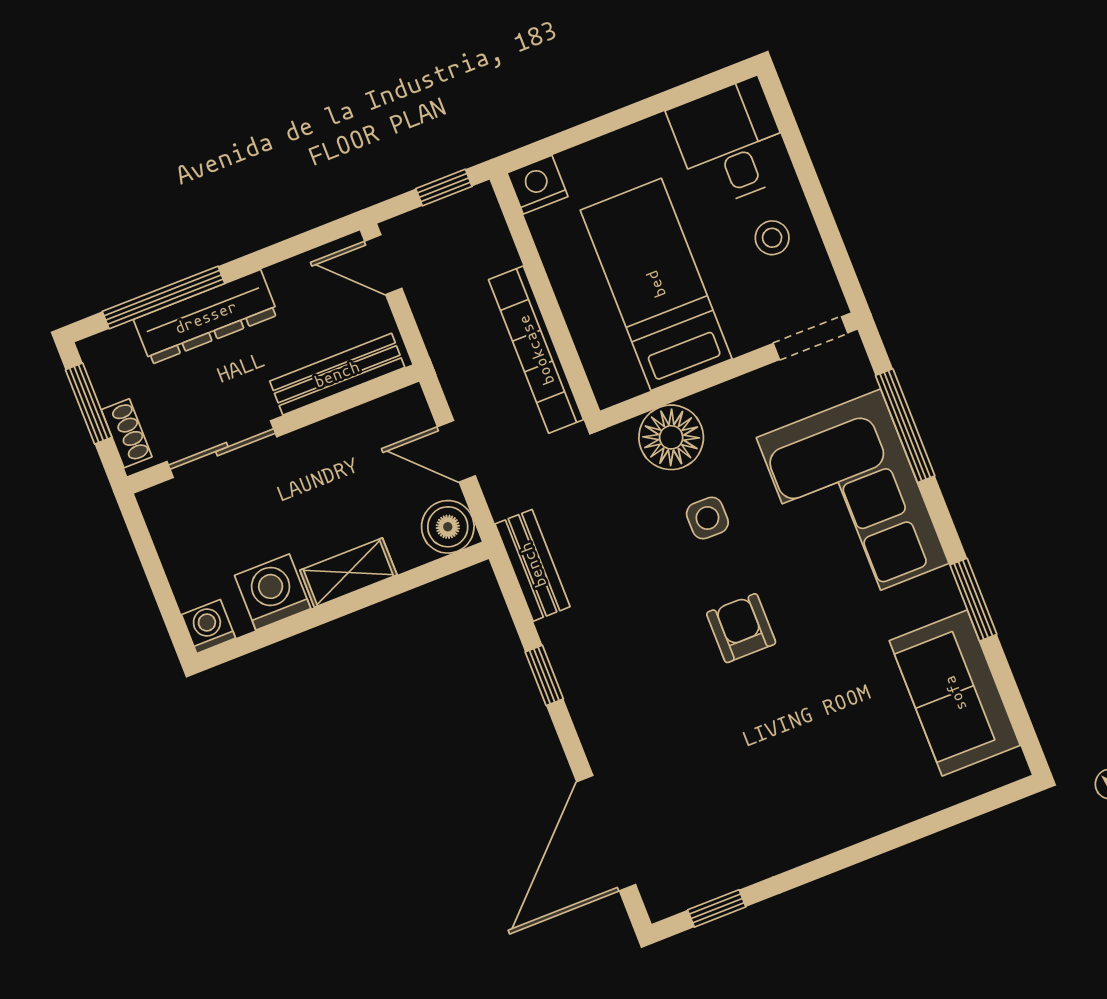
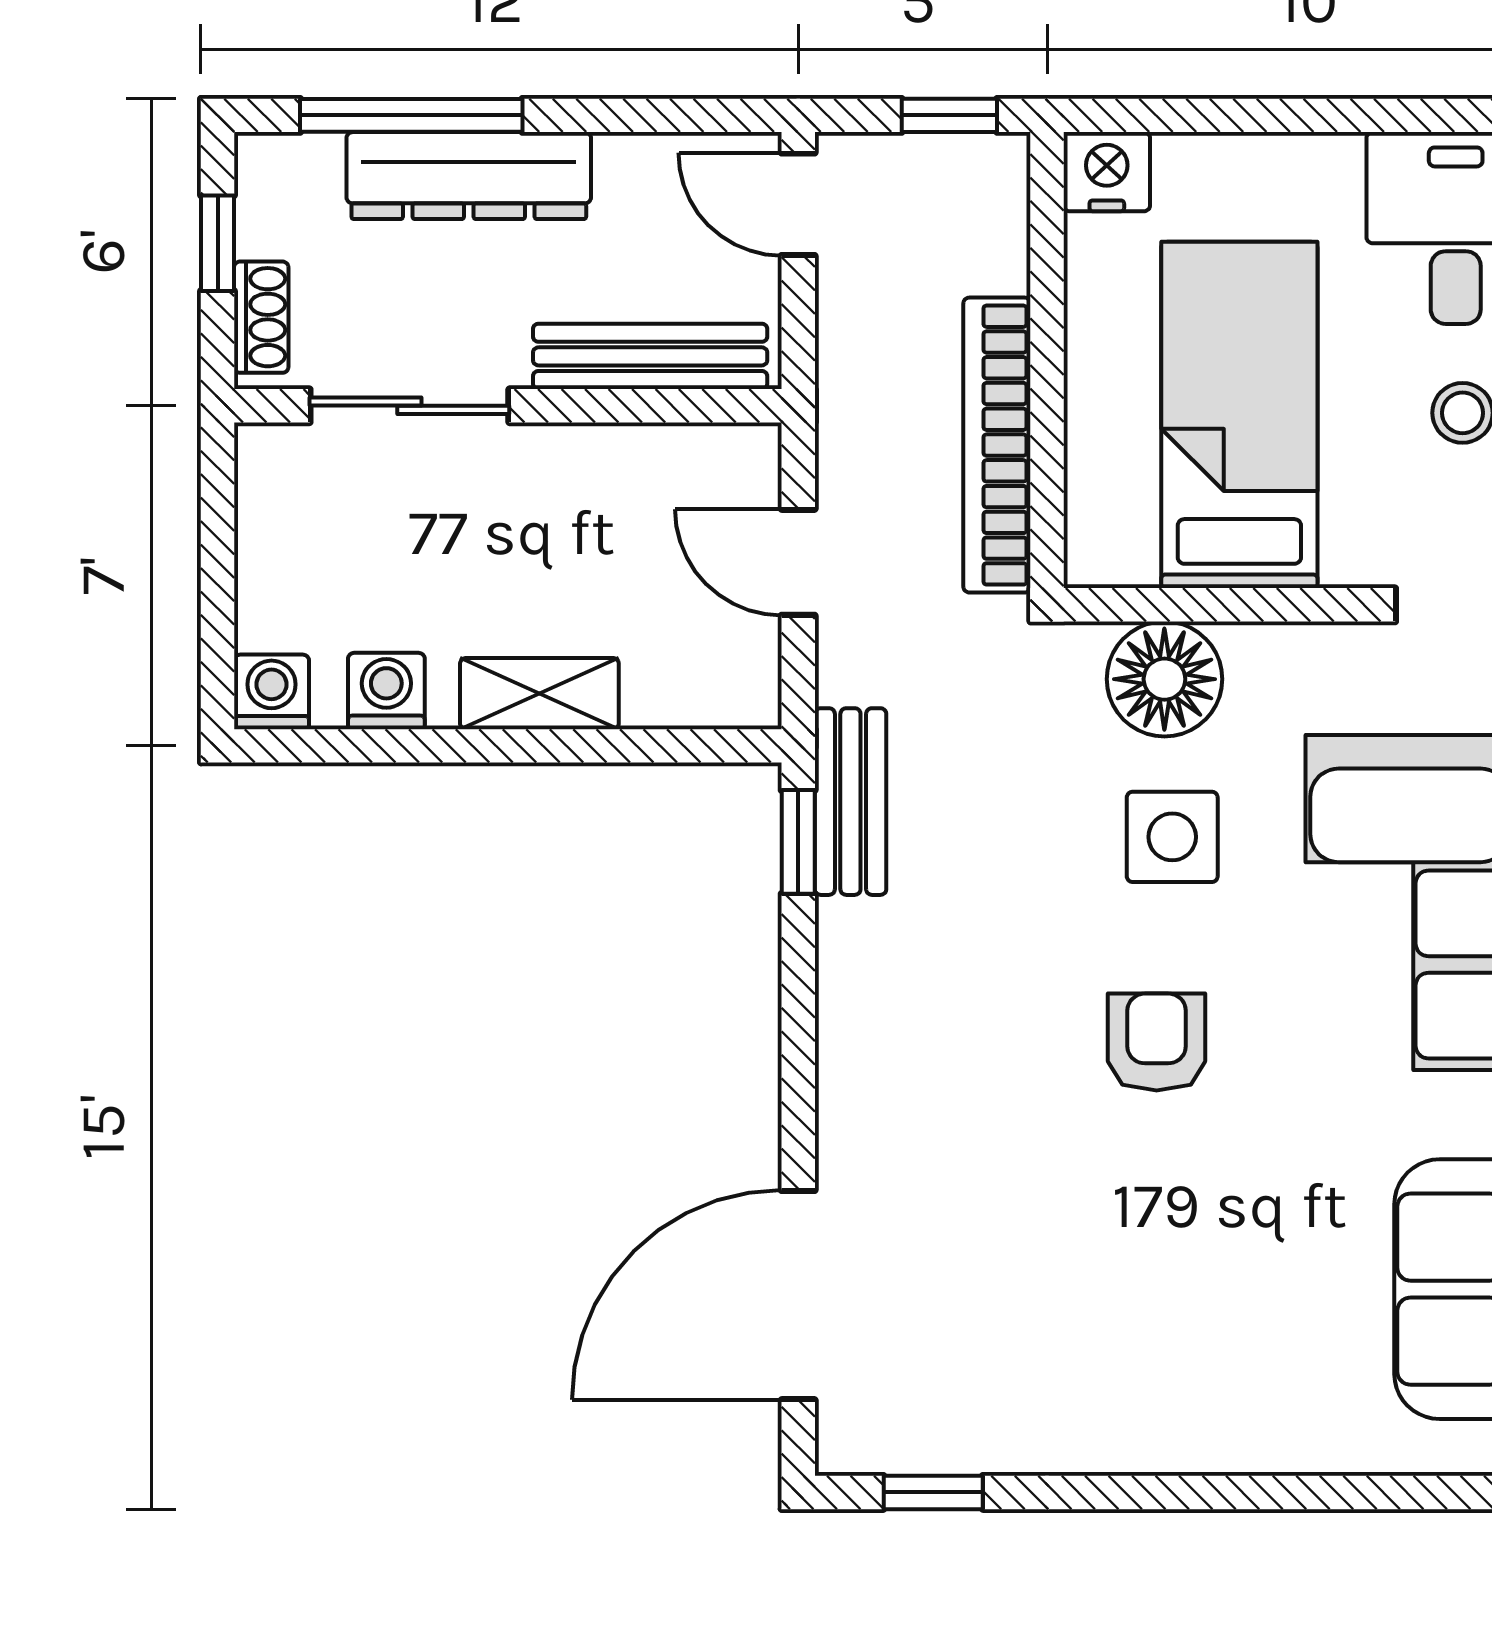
window: (89, 404) -> (218, 243), width x0.67
side table: (707, 518) -> (1172, 837), width x1.37, depth x1.37
boiler: (448, 527) -> (735, 682), removed
washing machine: (273, 592) -> (386, 691), width x0.73, depth x0.73
window: (544, 675) -> (798, 842), moved

